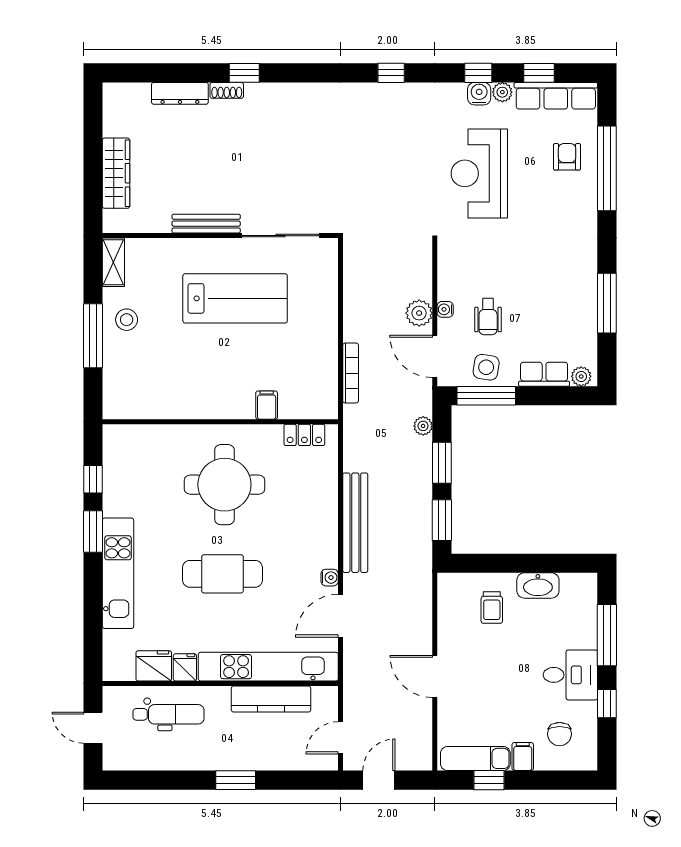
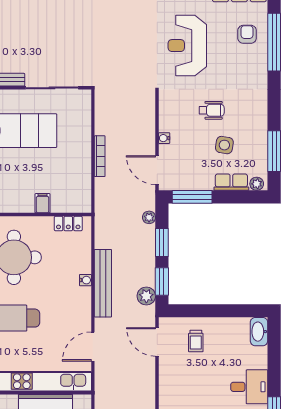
window: (607, 303) -> (274, 151), moved
plant: (419, 313) -> (146, 296), moved
wheelchair: (488, 317) -> (212, 110), moved, turned -90
side table: (486, 367) -> (224, 145), moved
bookcase: (351, 373) -> (100, 156), moved
water cooler: (330, 578) -> (85, 280), moved
washbasin: (538, 585) -> (259, 332), moved, turned 90
window: (607, 635) -> (274, 360), removed
door: (435, 676) -> (157, 342), moved

